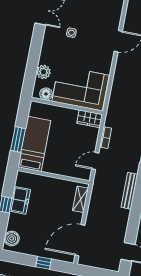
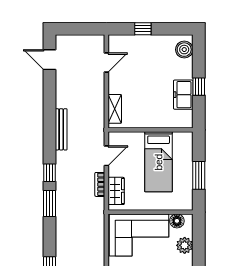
wardrobe: (90, 119) -> (116, 191), moved, turned 90
window: (18, 140) -> (199, 175), moved
bed: (34, 144) -> (159, 162), moved
door: (80, 240) -> (106, 63), width x0.53

